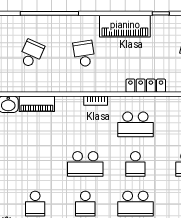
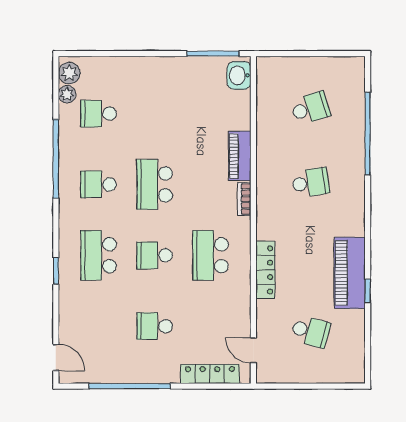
piano: (125, 26) -> (350, 273), moved
school desk: (31, 54) -> (310, 108), turned -42
piano: (37, 104) -> (240, 156), moved

